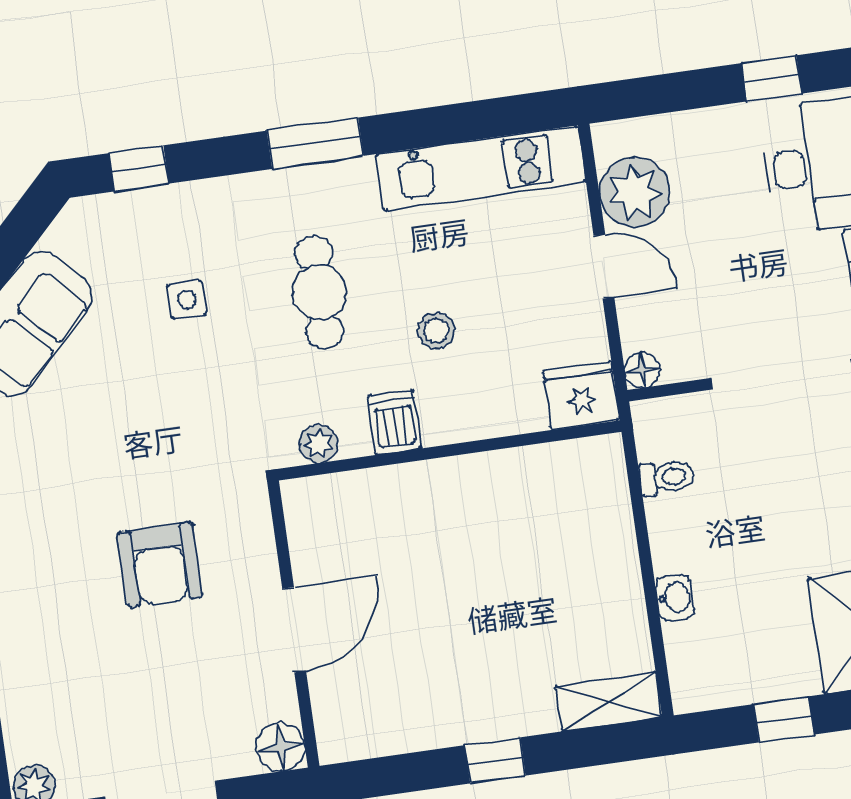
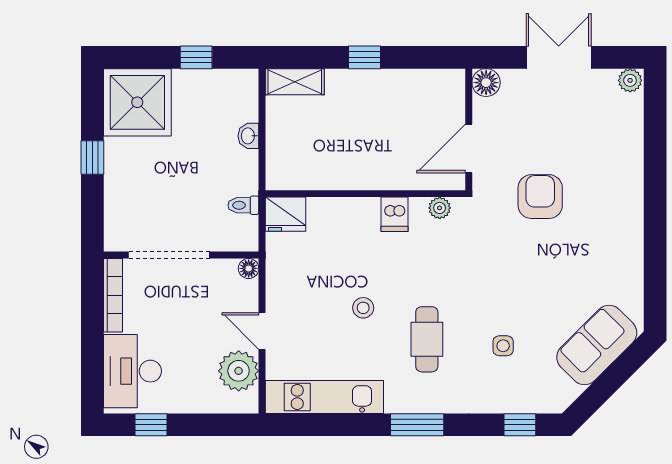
fridge: (581, 396) -> (285, 214), moved
dishwasher: (394, 422) -> (395, 214), moved
plant: (319, 444) -> (440, 208), moved
wall: (449, 450) -> (365, 194), moved

